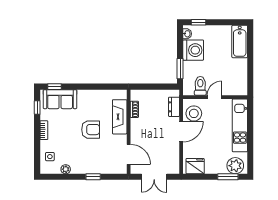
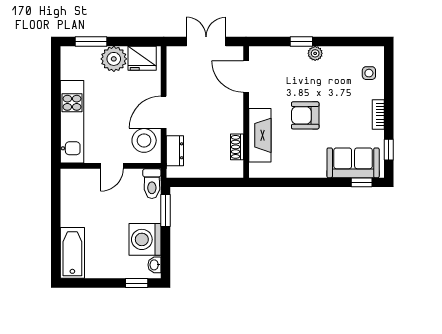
toilet: (200, 86) -> (152, 184), moved
plant: (235, 166) -> (114, 59), moved
plant: (66, 169) -> (315, 53), moved

